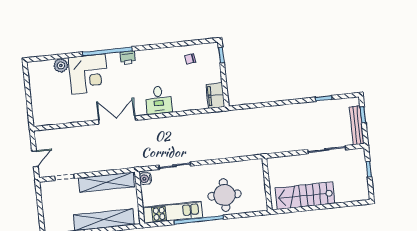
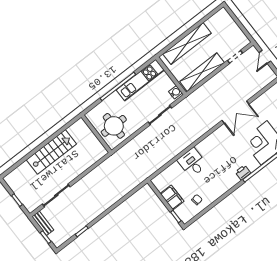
filing cabinet: (215, 95) -> (172, 197), moved
desk: (159, 100) -> (192, 163), moved
double door: (117, 120) -> (235, 112), moved
bench: (357, 125) -> (43, 223), width x0.73
wall: (267, 184) -> (96, 134), moved
round table: (225, 195) -> (114, 126), moved

